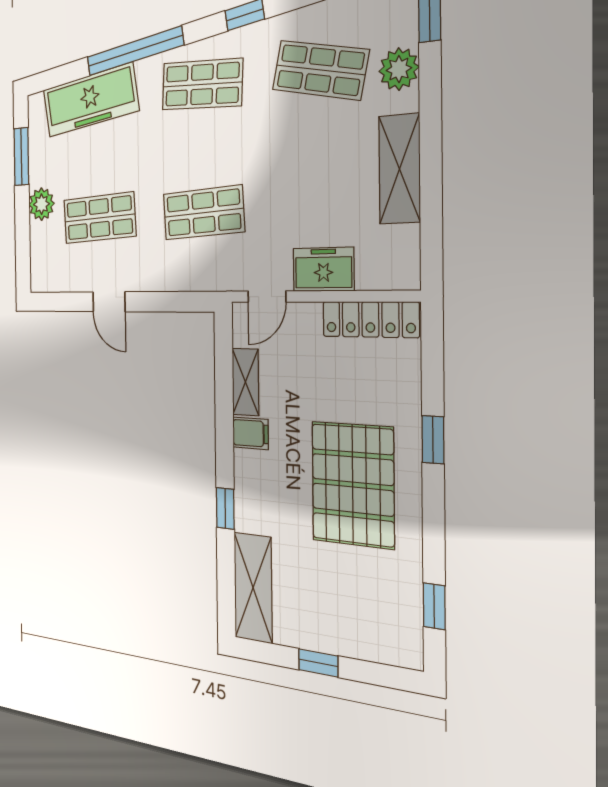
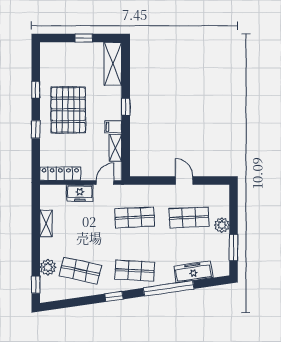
freezer: (90, 100) -> (193, 272), width x0.73, depth x0.79
shelving: (399, 169) -> (46, 223), width x0.67, depth x0.75
window: (225, 508) -> (126, 107), moved
window: (434, 606) -> (36, 90), moved

